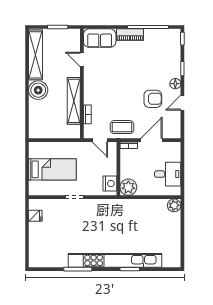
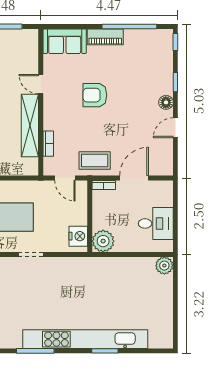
door: (82, 59) -> (41, 84), moved
armchair: (153, 99) -> (95, 95), moved, turned 180

